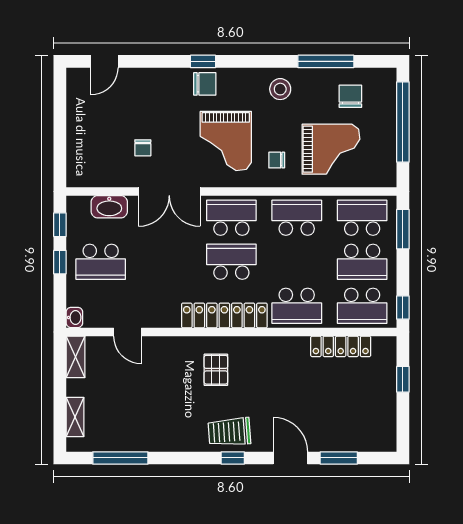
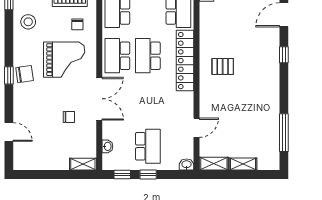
door: (104, 61) -> (9, 132), moved
chair: (205, 84) -> (25, 74), turned 82
shelving: (75, 168) -> (83, 164), added
washbasin: (109, 207) -> (107, 146), width x0.52, depth x0.69
shelving: (75, 417) -> (243, 164), moved
trolley: (229, 432) -> (266, 57), removed

